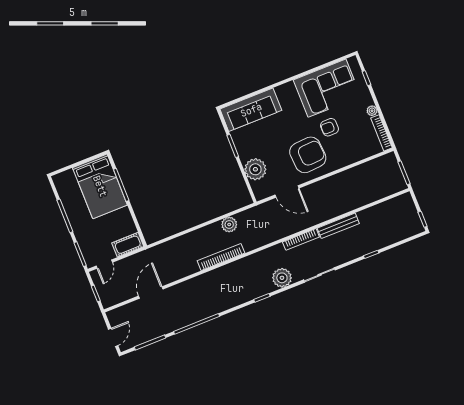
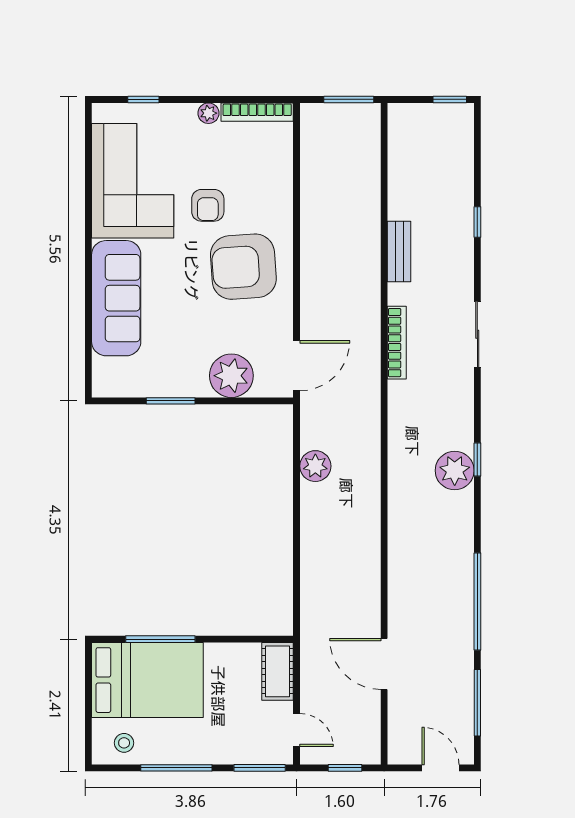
sofa: (251, 110) -> (116, 298), moved
armchair: (308, 155) -> (243, 267), turned -90
stool: (67, 187) -> (124, 743), added
door: (287, 191) -> (297, 366), moved
bench: (338, 226) -> (399, 252), width x0.73
bookcase: (221, 257) -> (370, 505), removed
plant: (282, 278) -> (455, 470), moved

